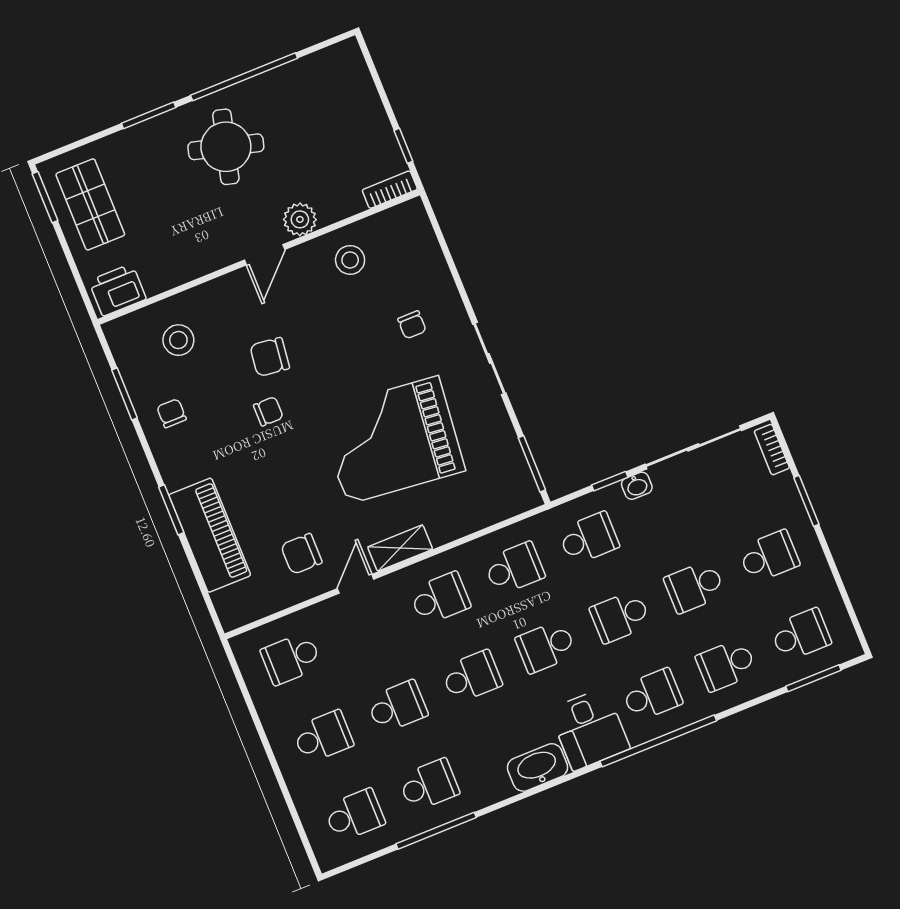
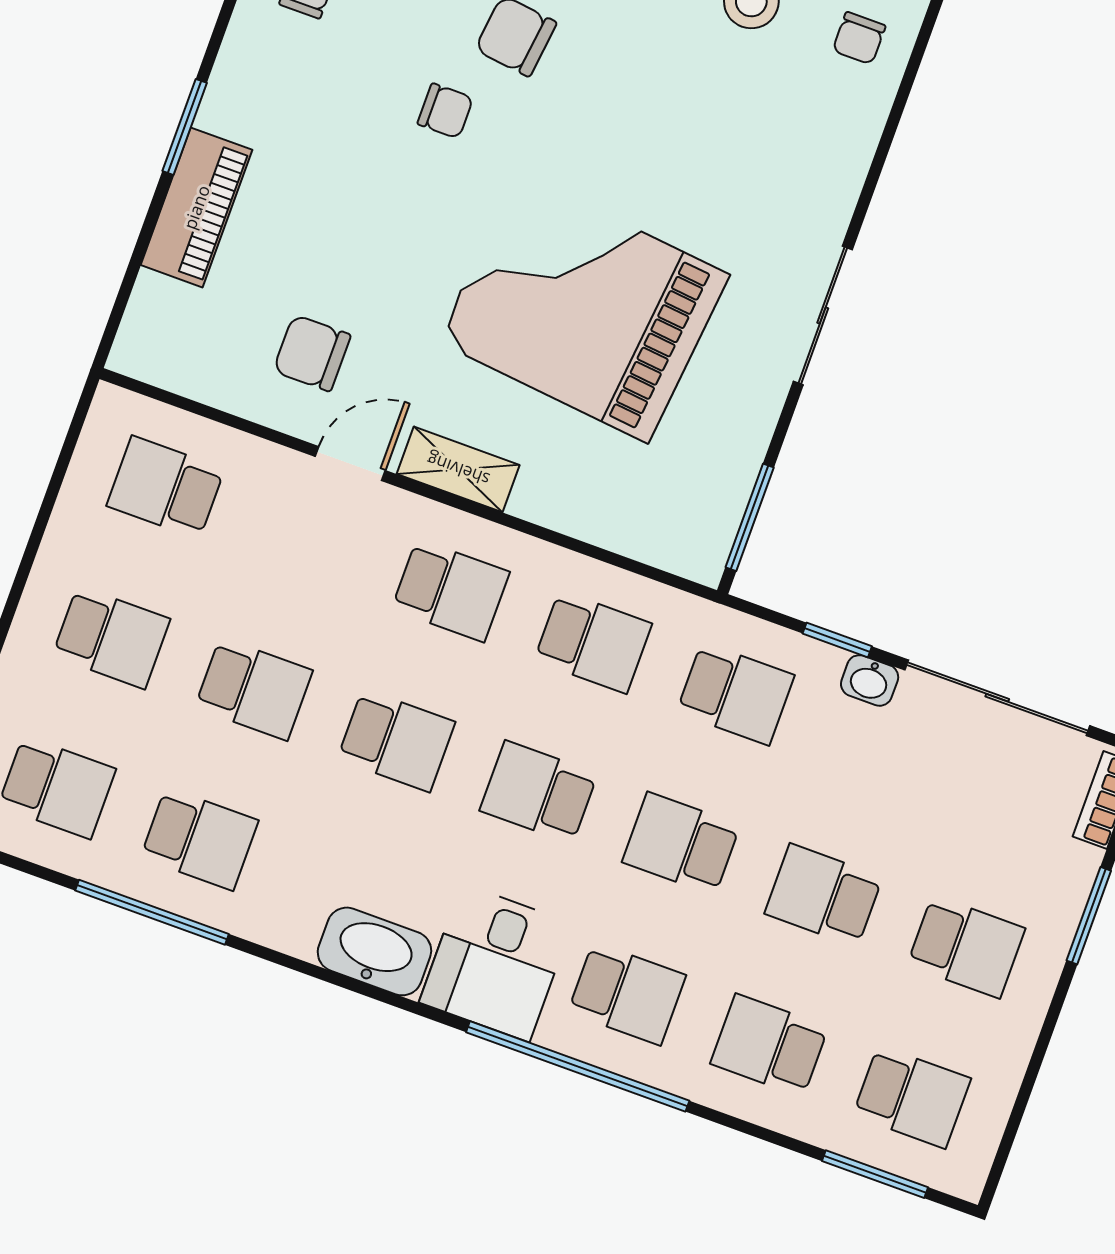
chair: (412, 325) -> (859, 38), moved
piano: (210, 535) -> (197, 207), width x0.73, depth x0.75

